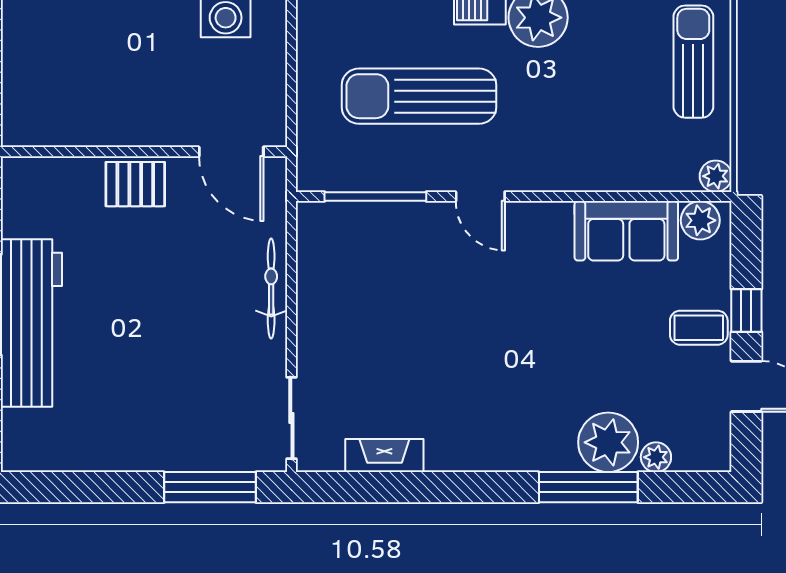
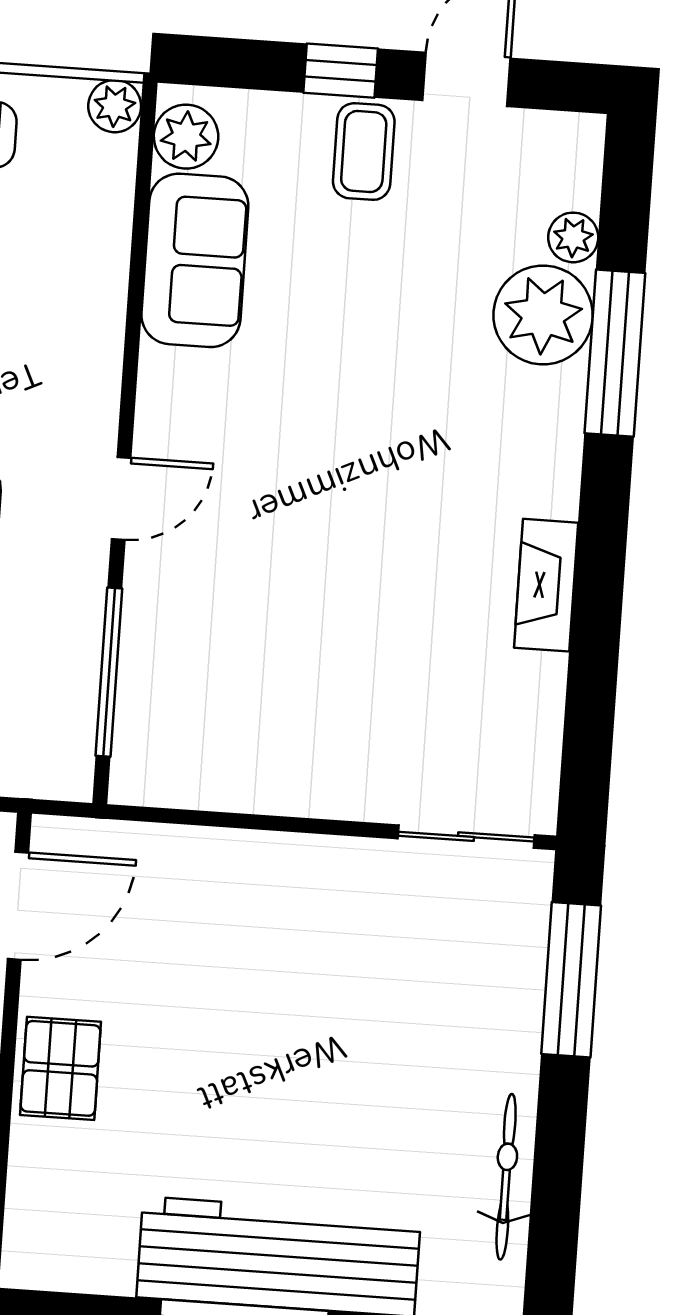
bicycle: (271, 288) -> (506, 1177), moved, turned 90
fireplace: (384, 456) -> (546, 585), moved

